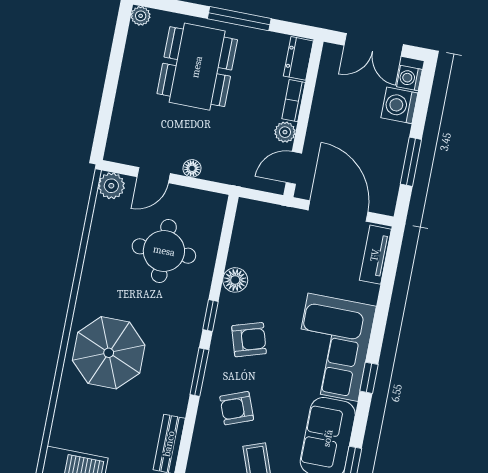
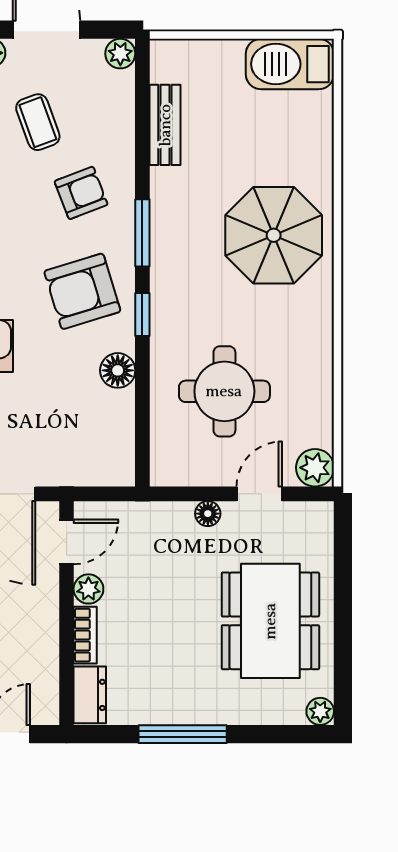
dining table: (197, 67) -> (270, 621), moved
armchair: (249, 340) -> (82, 291), width x1.38, depth x1.38

